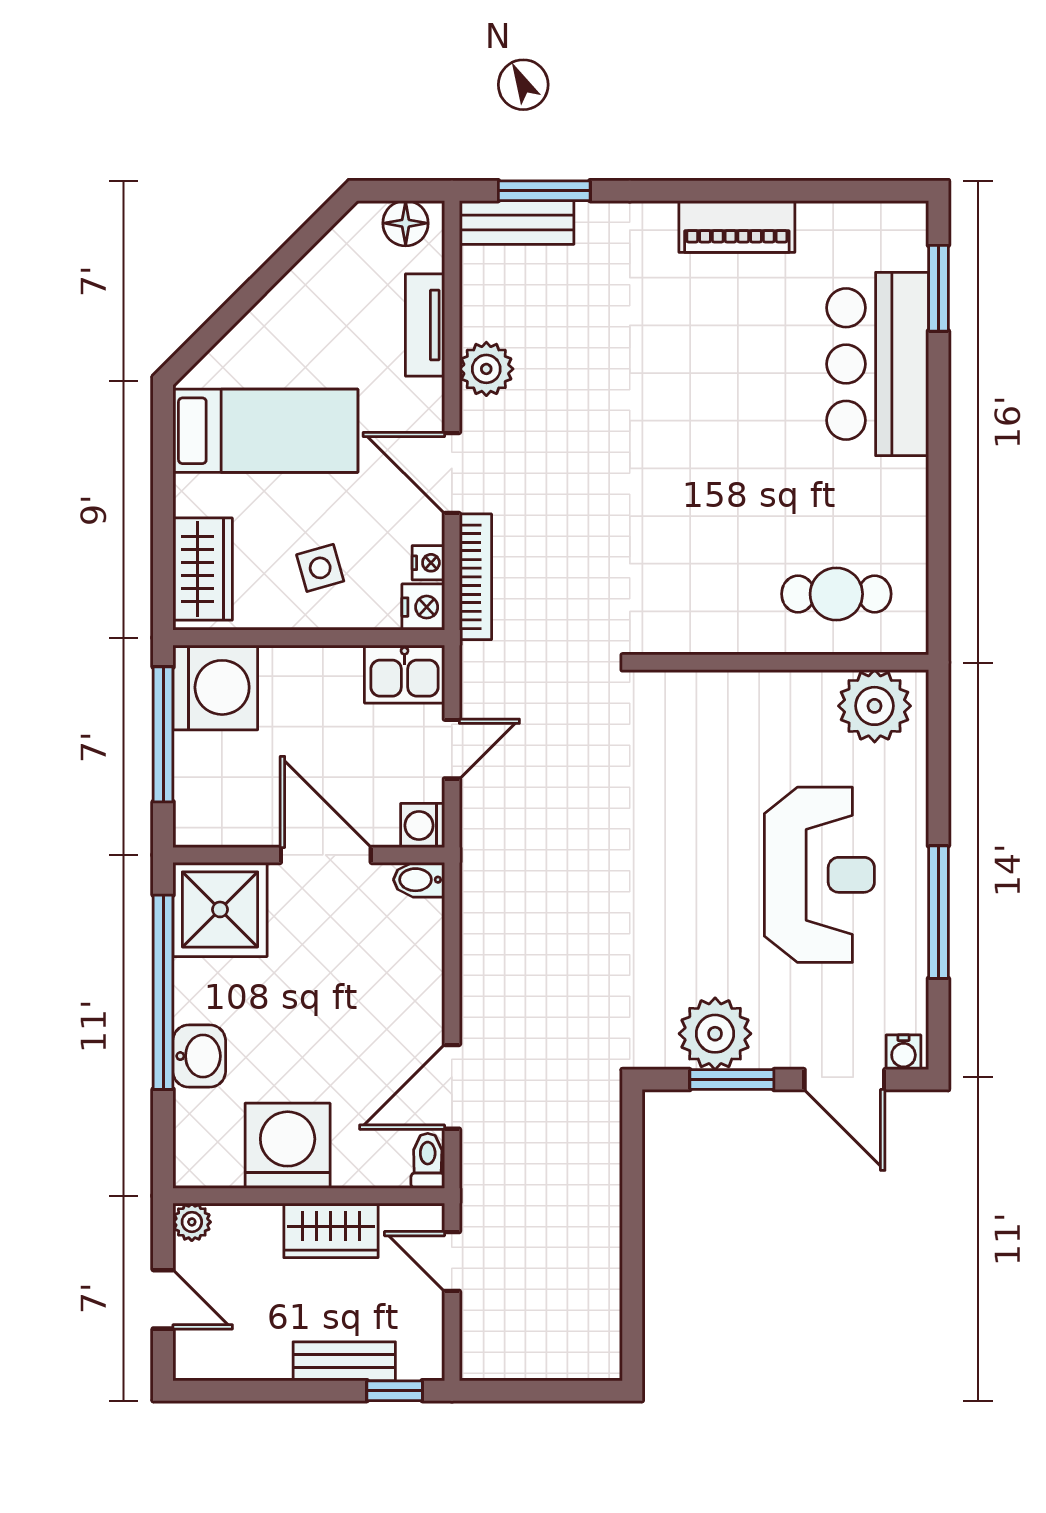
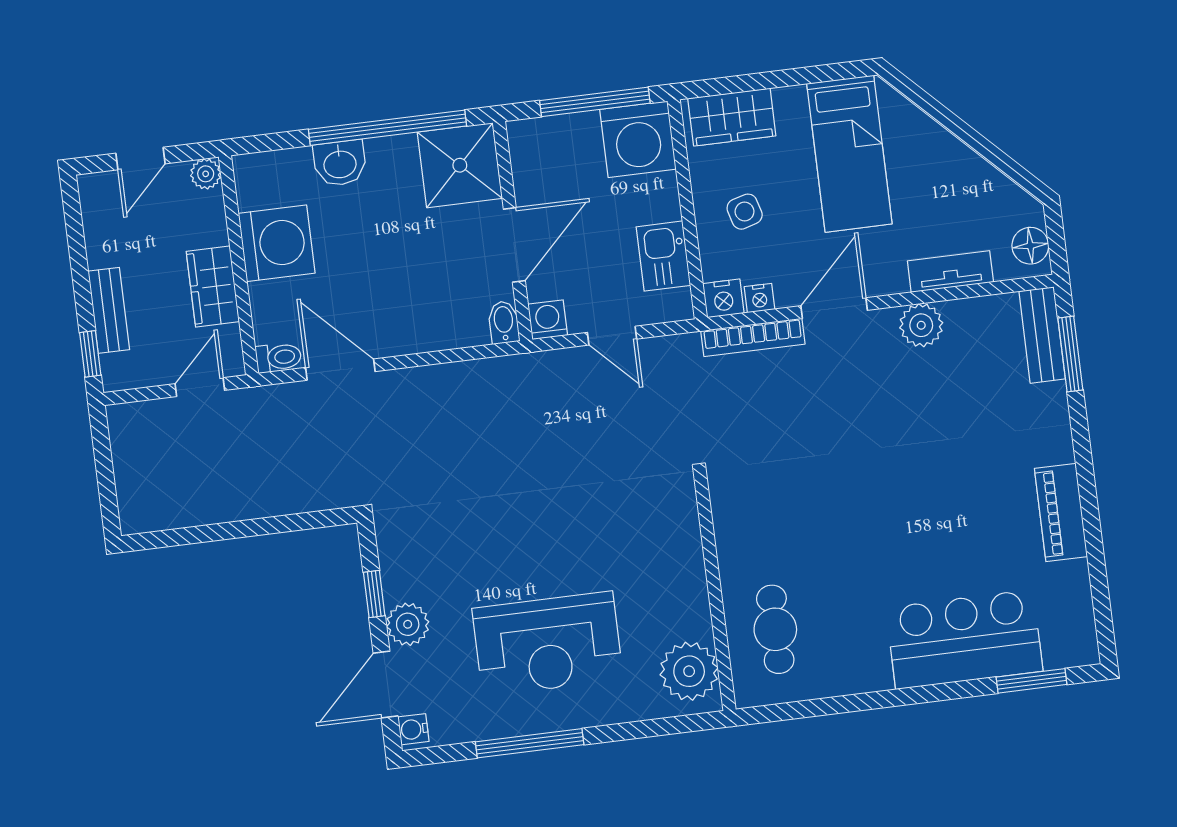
kitchen sink: (405, 674) -> (663, 256), moved
plant: (715, 1034) -> (408, 624), moved, width x0.73, depth x0.73
window: (732, 1080) -> (374, 594), width x0.67

